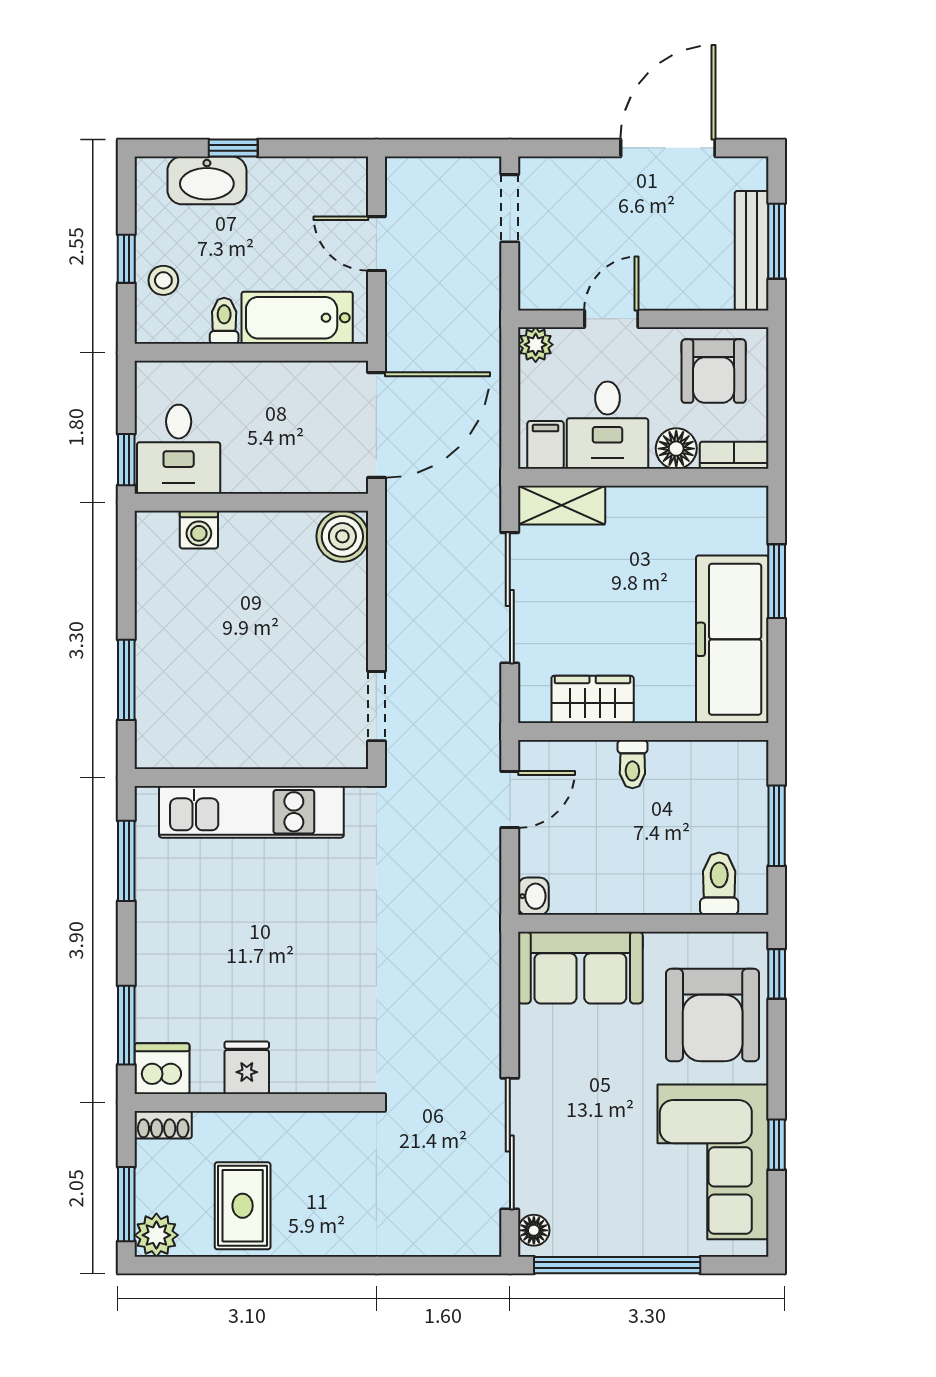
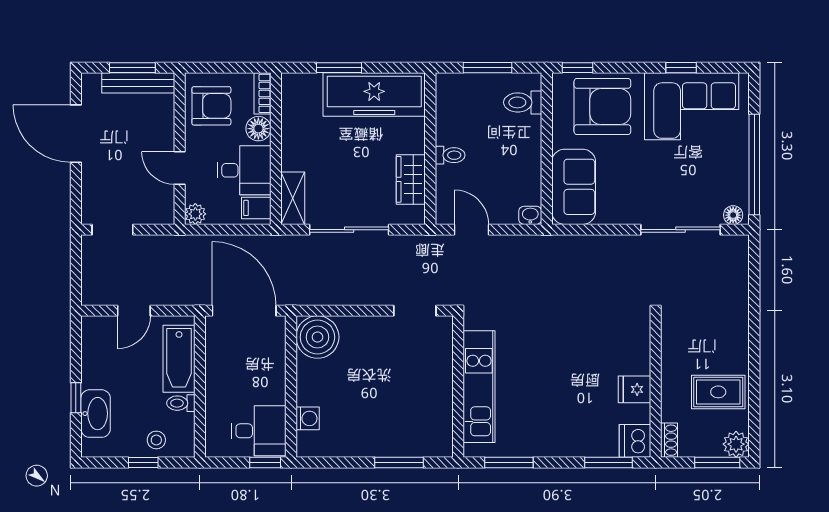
boiler: (342, 536) -> (317, 337), width x1.37, depth x1.37

